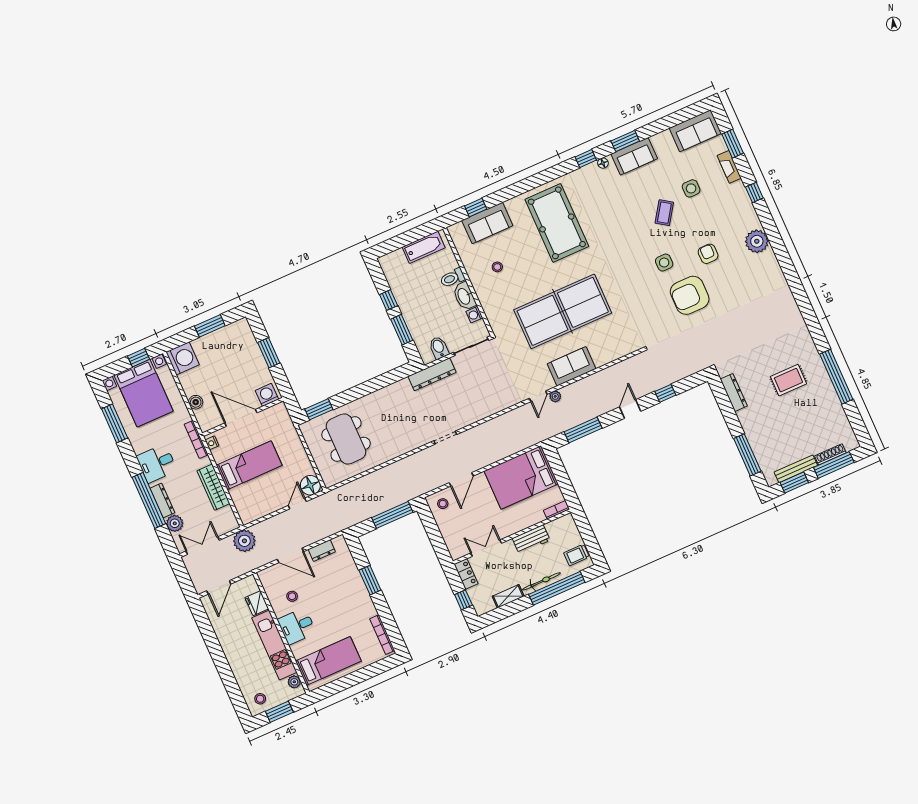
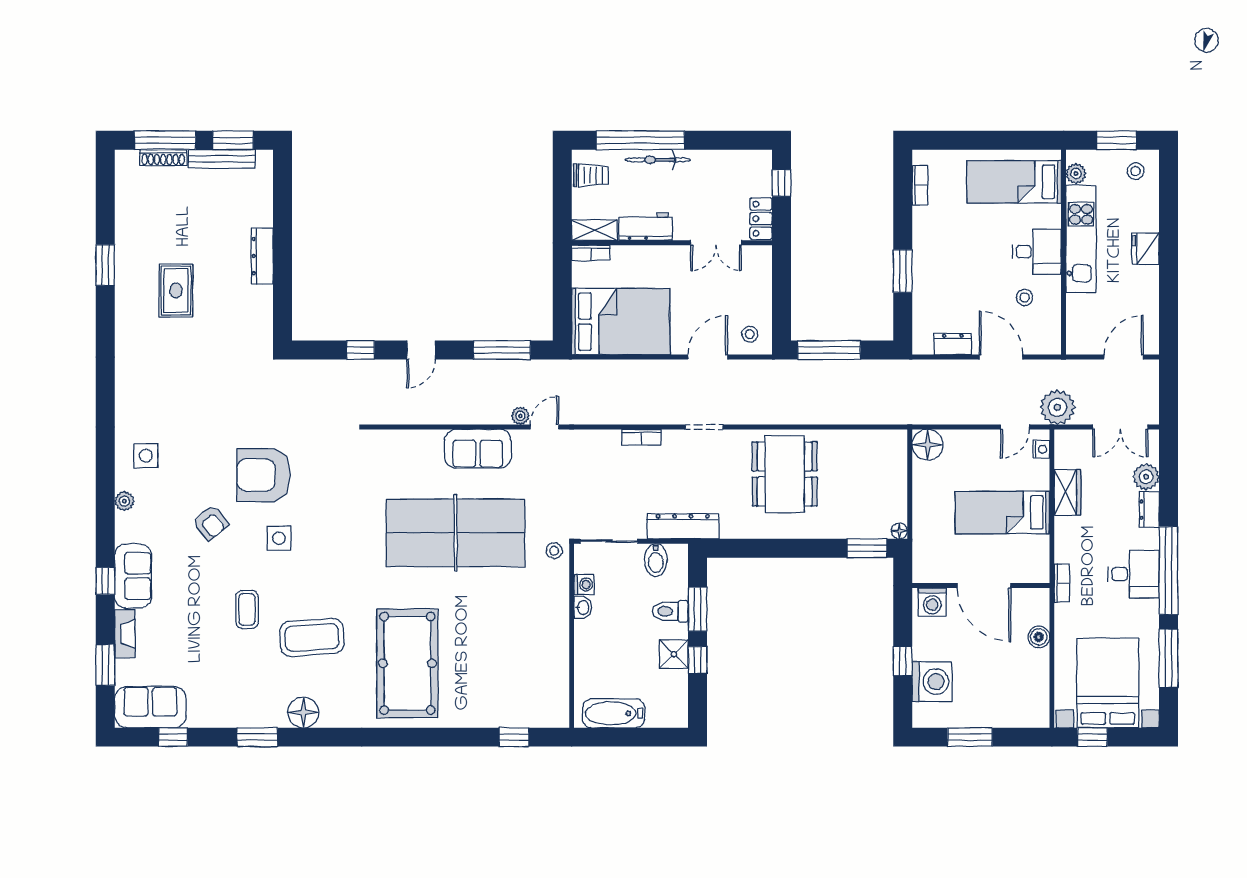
sofa: (634, 156) -> (133, 576), moved, turned 90
window: (586, 158) -> (173, 737), moved
floor lamp: (603, 163) -> (303, 712), width x1.89, depth x1.89
side table: (691, 188) -> (146, 456), moved
coffee table: (619, 213) -> (312, 637), added
coffee table: (664, 213) -> (247, 609), turned -34
sofa: (487, 223) -> (507, 708), removed
plant: (757, 241) -> (124, 501), width x0.53, depth x0.53
armchair: (708, 254) -> (211, 523), turned -39
stool: (497, 267) -> (554, 551), moved
toilet: (452, 278) -> (670, 611), moved, turned 180
armchair: (690, 295) -> (263, 475), turned 180
washbasin: (464, 296) -> (583, 607), width x0.52, depth x0.69
shower: (404, 297) -> (674, 654), added
window: (269, 353) -> (903, 661), width x0.67
washing machine: (183, 358) -> (932, 682), moved, turned 180
window: (836, 377) -> (105, 265), width x0.47
rug: (788, 380) -> (176, 291), turned 90
dresser: (734, 393) -> (262, 256), moved
bookcase: (479, 415) -> (641, 437), added
floor lamp: (304, 428) -> (899, 531), added
bookcase: (196, 439) -> (1062, 583), width x0.64
dining table: (346, 439) -> (785, 474), moved
nightstand: (212, 443) -> (1041, 449), moved
window: (747, 455) -> (282, 210), removed
wardrobe: (213, 487) -> (1067, 493), width x0.67
window: (149, 500) -> (1168, 571), moved
dresser: (162, 500) -> (1149, 510), width x0.70
door: (297, 504) -> (1015, 427), moved
shelving: (508, 596) -> (594, 230), moved
fridge: (257, 603) -> (1146, 249), moved, turned 180
bookcase: (382, 635) -> (920, 185), width x0.64

